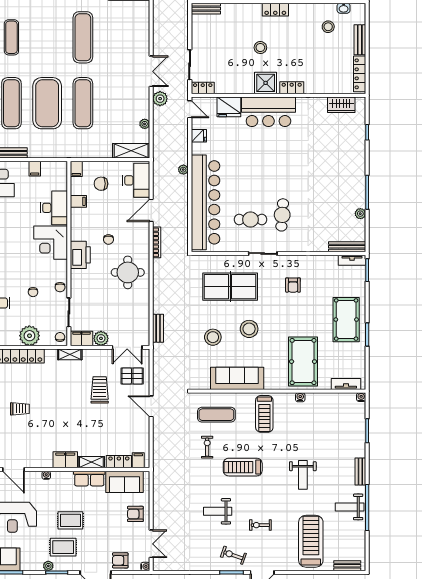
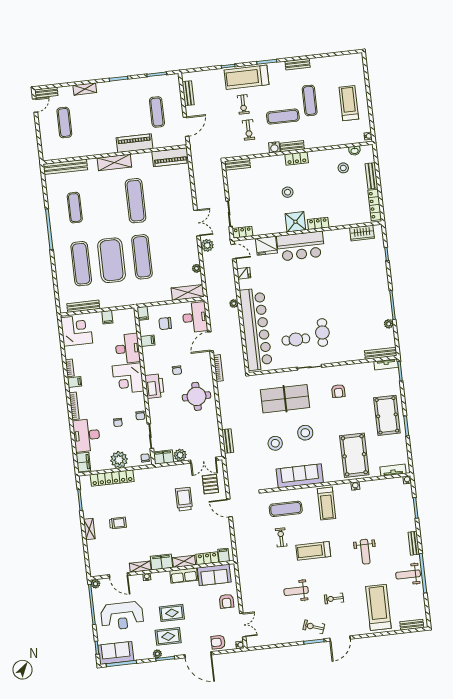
shelving: (70, 354) -> (140, 567), moved
pallet: (132, 376) -> (210, 484), turned 90
armchair: (135, 514) -> (226, 601), turned -90

